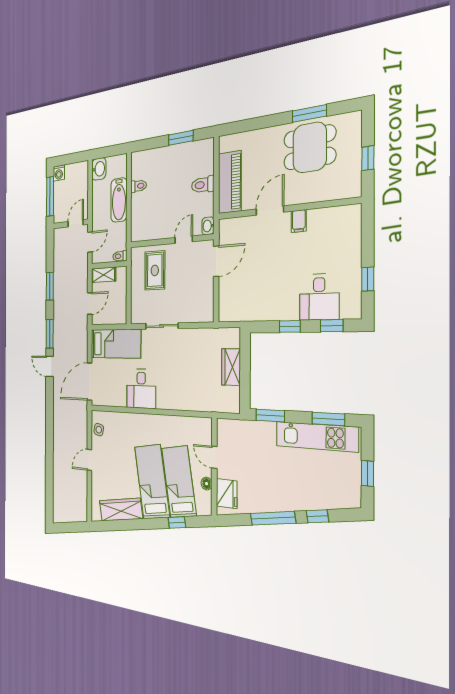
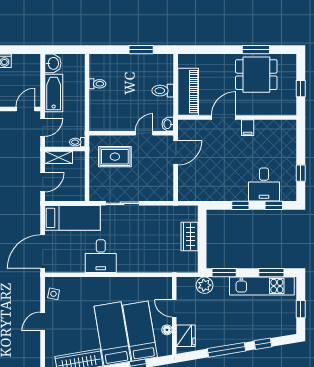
bathtub: (119, 200) -> (54, 93), moved, turned 180
rug: (155, 270) -> (115, 157), turned 90
plant: (248, 431) -> (204, 285), added

